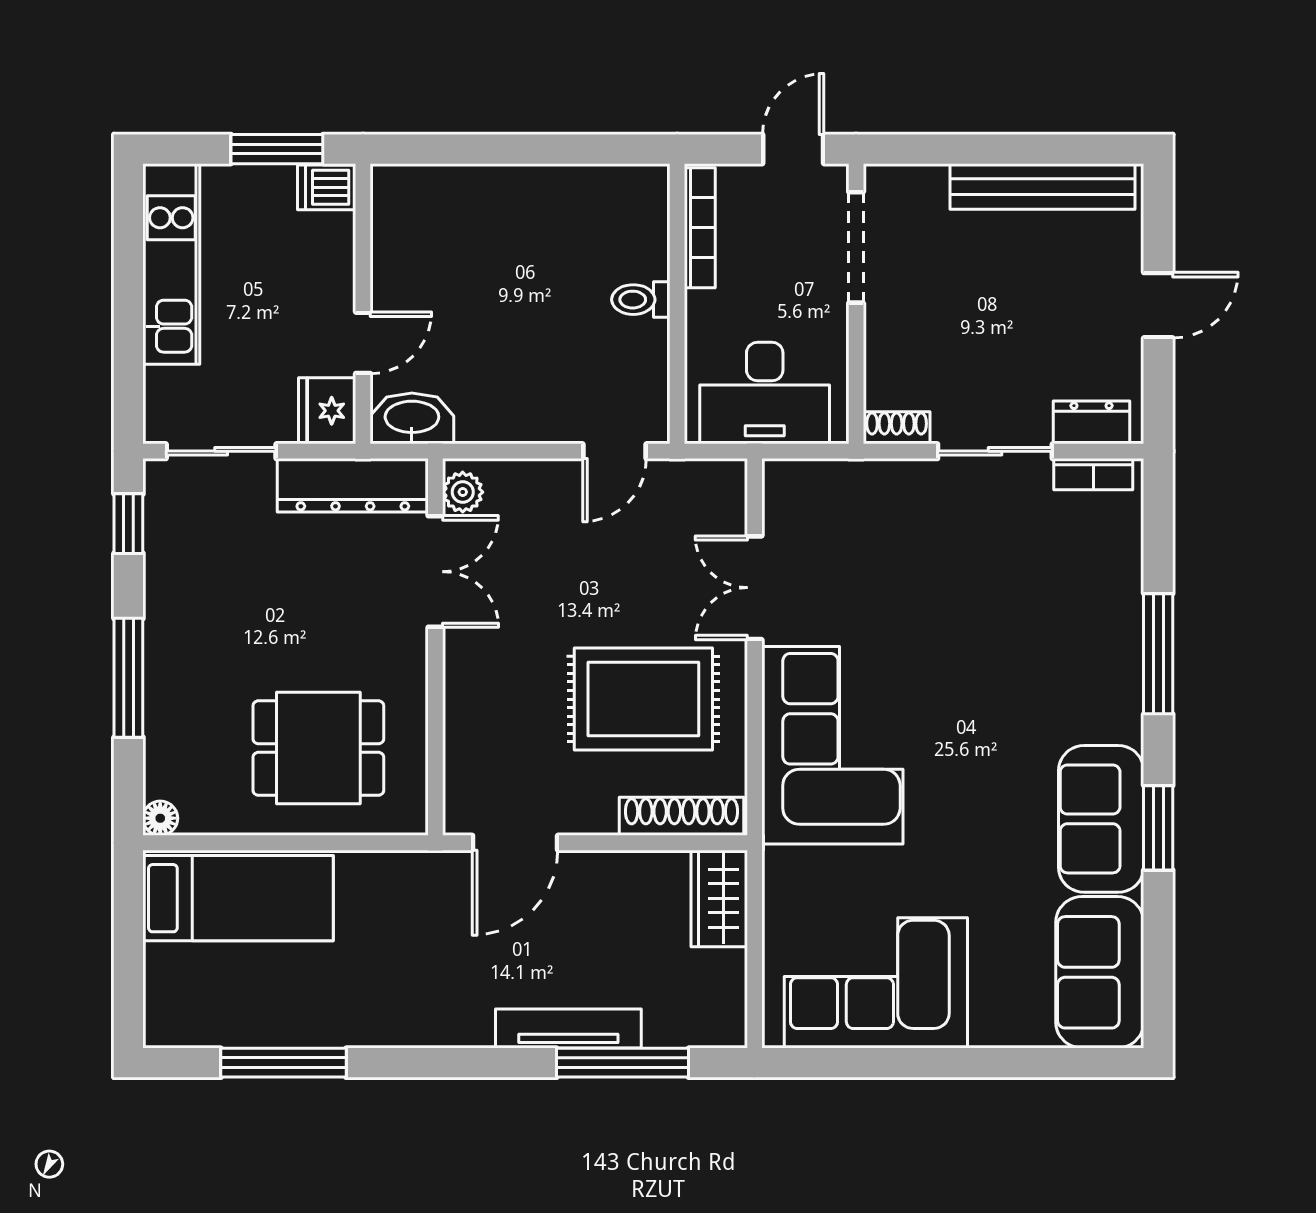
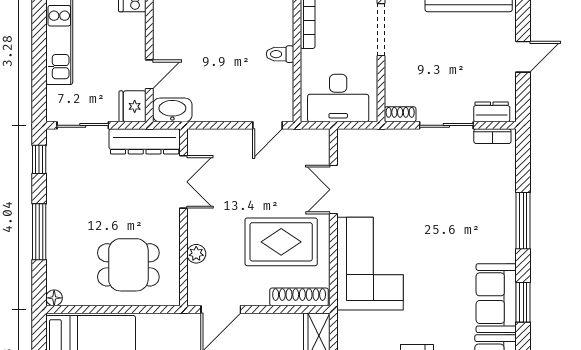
plant: (463, 492) -> (196, 254), moved

